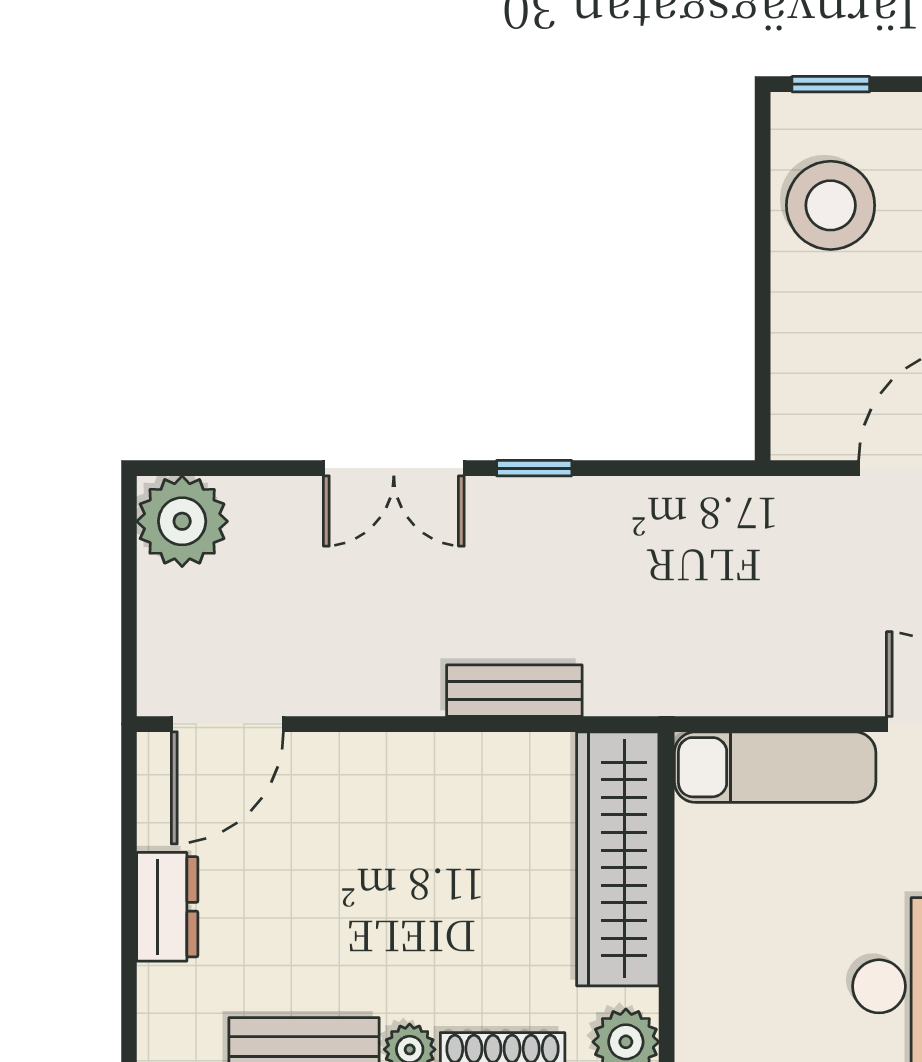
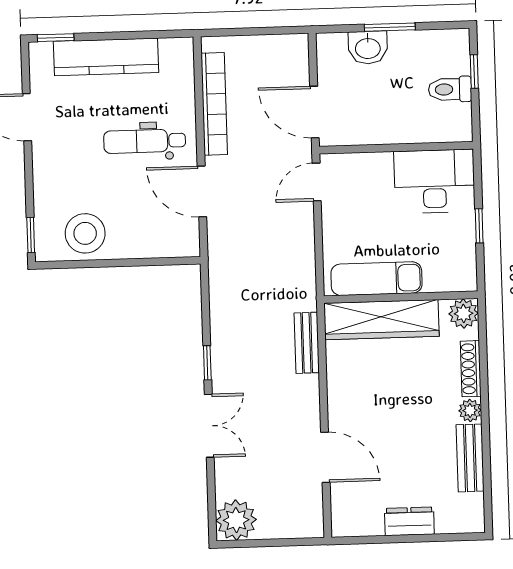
bench: (514, 691) -> (307, 343), moved
door: (227, 724) -> (325, 457), moved
exam couch: (775, 767) -> (376, 279), moved, turned -90

